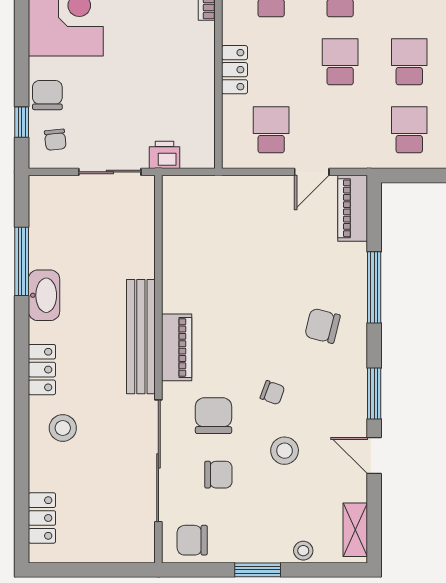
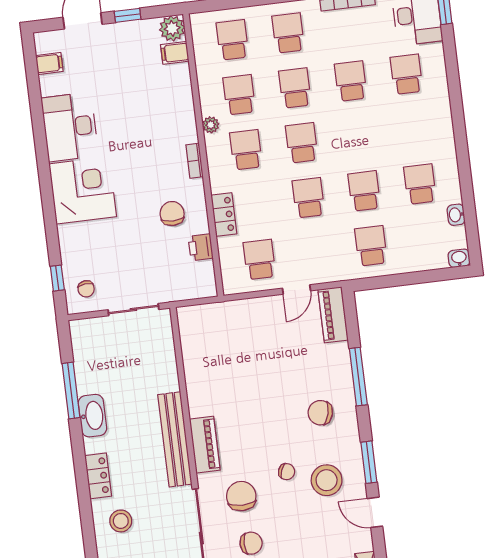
chair: (47, 95) -> (172, 214), moved
printer: (164, 155) -> (201, 247), moved, turned -90
stool: (285, 451) -> (327, 480), moved, width x1.38, depth x1.38

